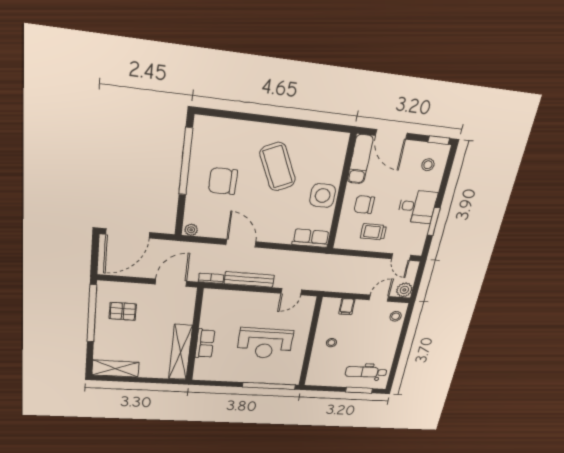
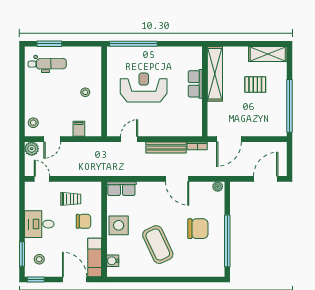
water cooler: (339, 153) -> (113, 261), added
window: (434, 222) -> (22, 254), moved
door: (128, 233) -> (266, 179), width x0.73
pallet: (123, 311) -> (255, 85), moved

